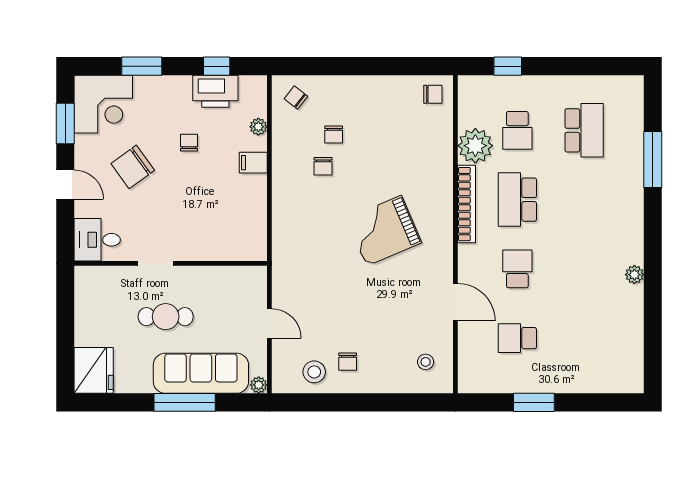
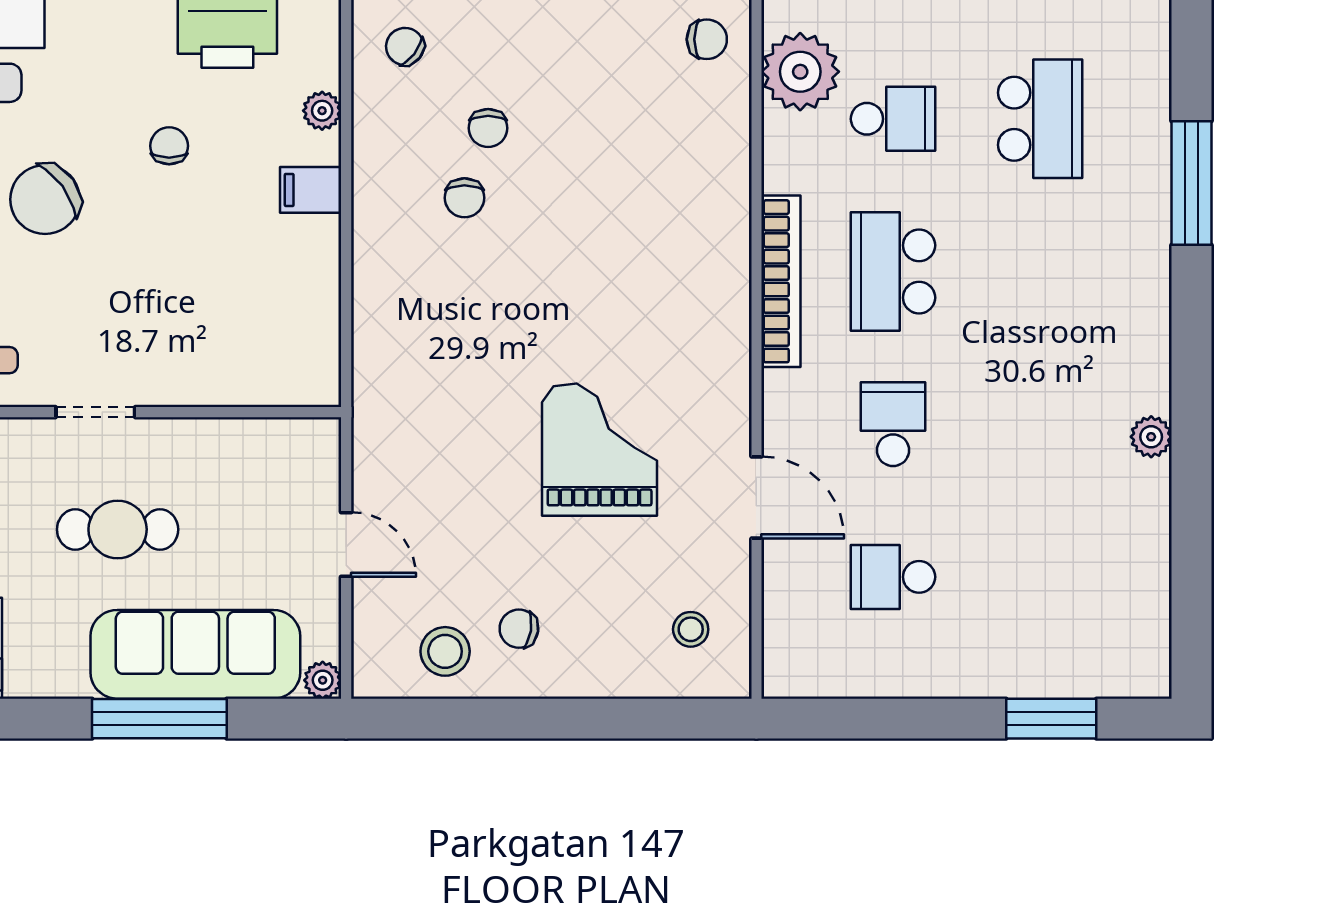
school desk: (517, 130) -> (893, 119), turned -90
plant: (475, 146) -> (800, 72), moved
grand piano: (384, 231) -> (600, 450), moved, turned 113
chair: (348, 362) -> (519, 629), turned 99
window: (534, 402) -> (1051, 719), moved

